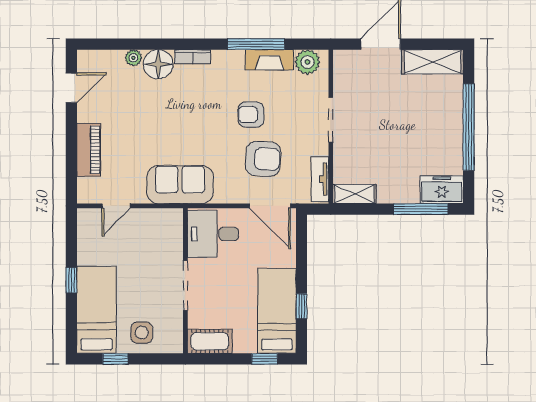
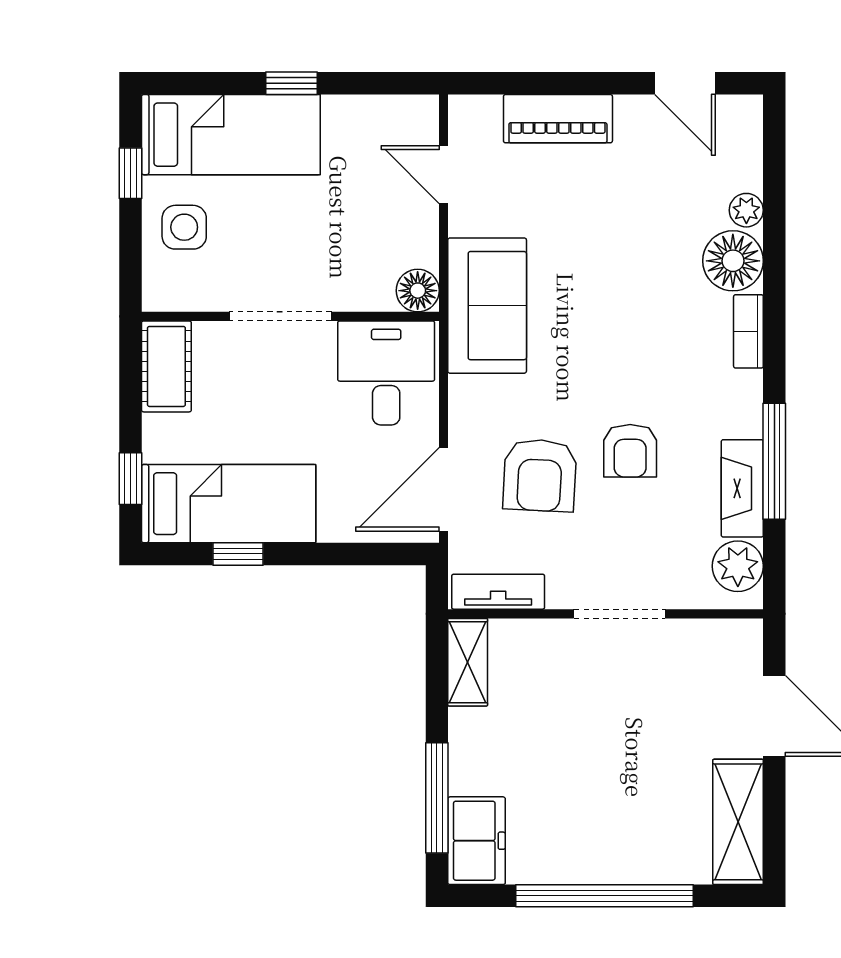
armchair: (251, 115) -> (630, 451), turned 180
floor lamp: (173, 218) -> (418, 291), added

